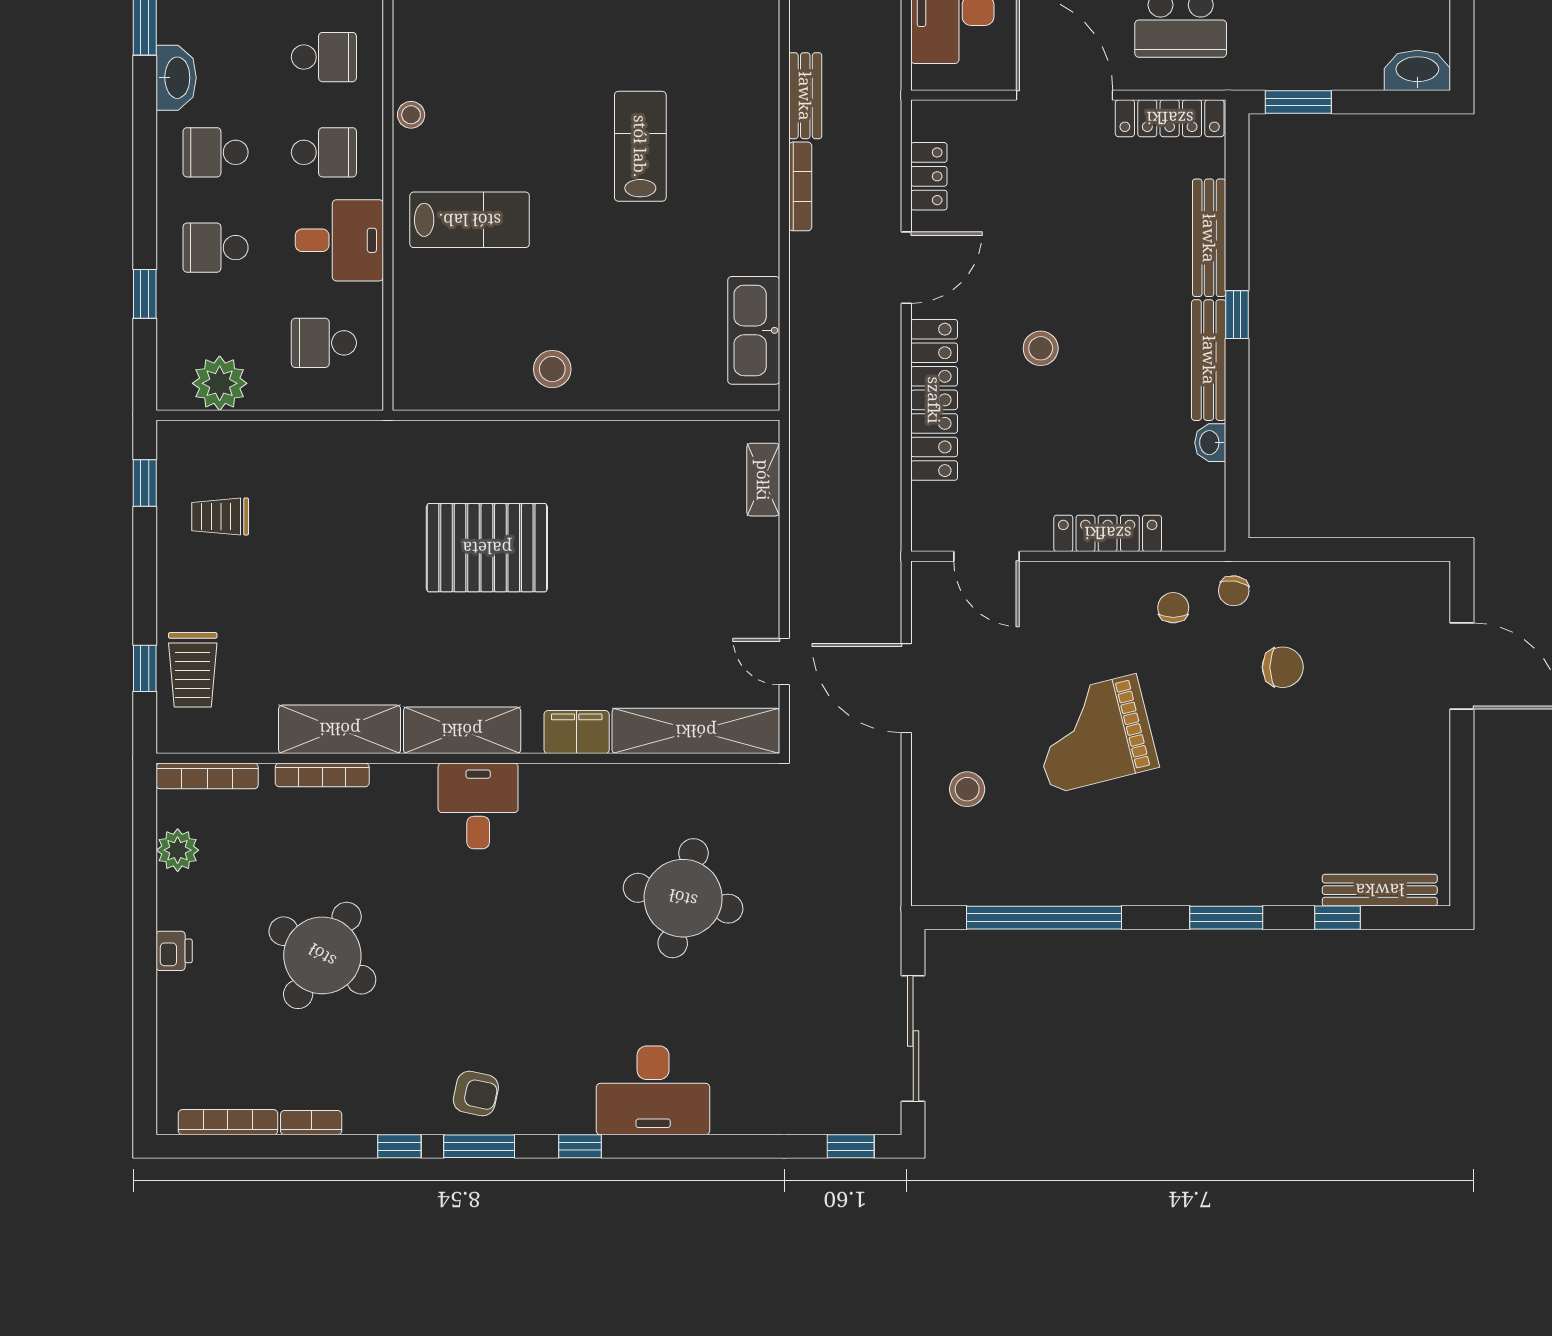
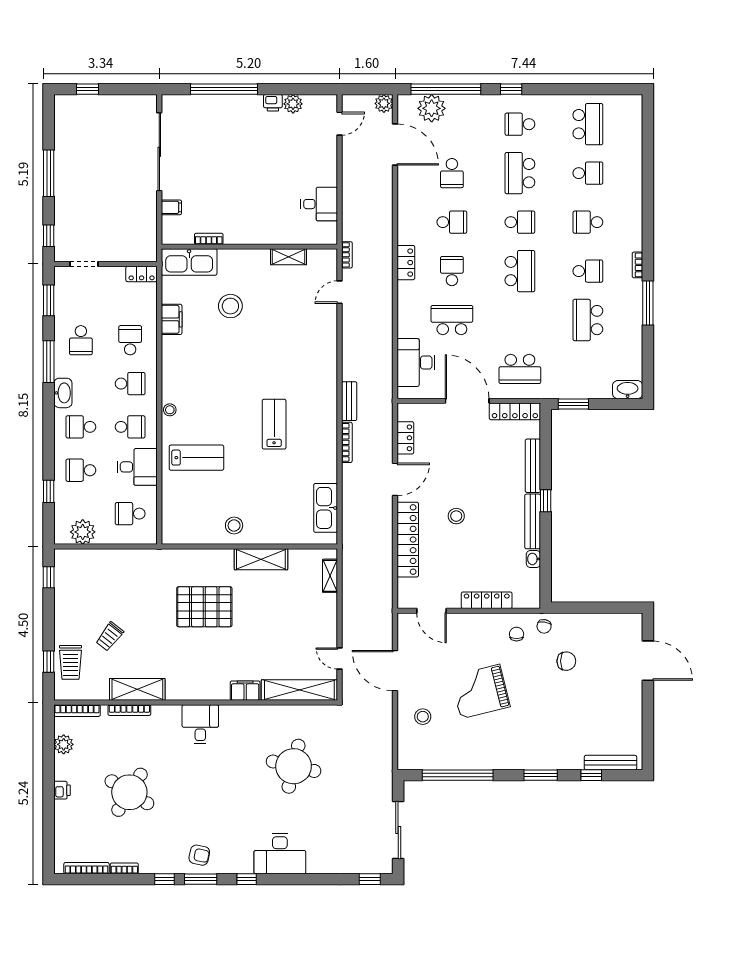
trolley: (220, 517) -> (110, 636), moved, turned -52
shelving: (462, 730) -> (261, 559), moved

